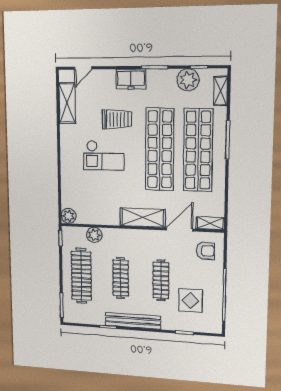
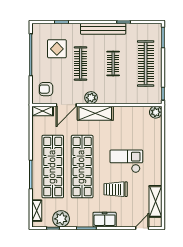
plant: (94, 235) -> (91, 98), moved
clothes rail: (121, 278) -> (113, 64), width x0.73

